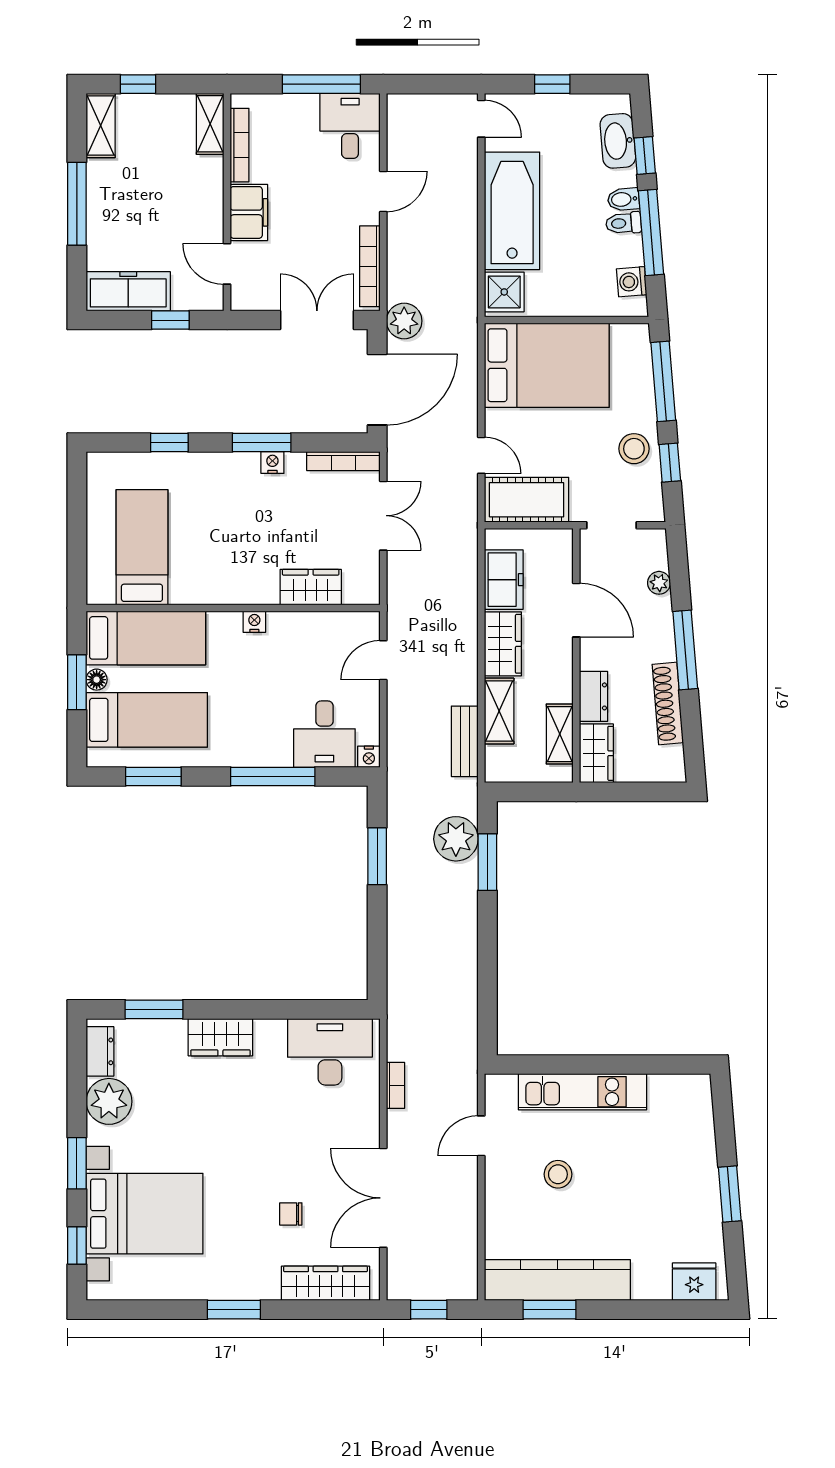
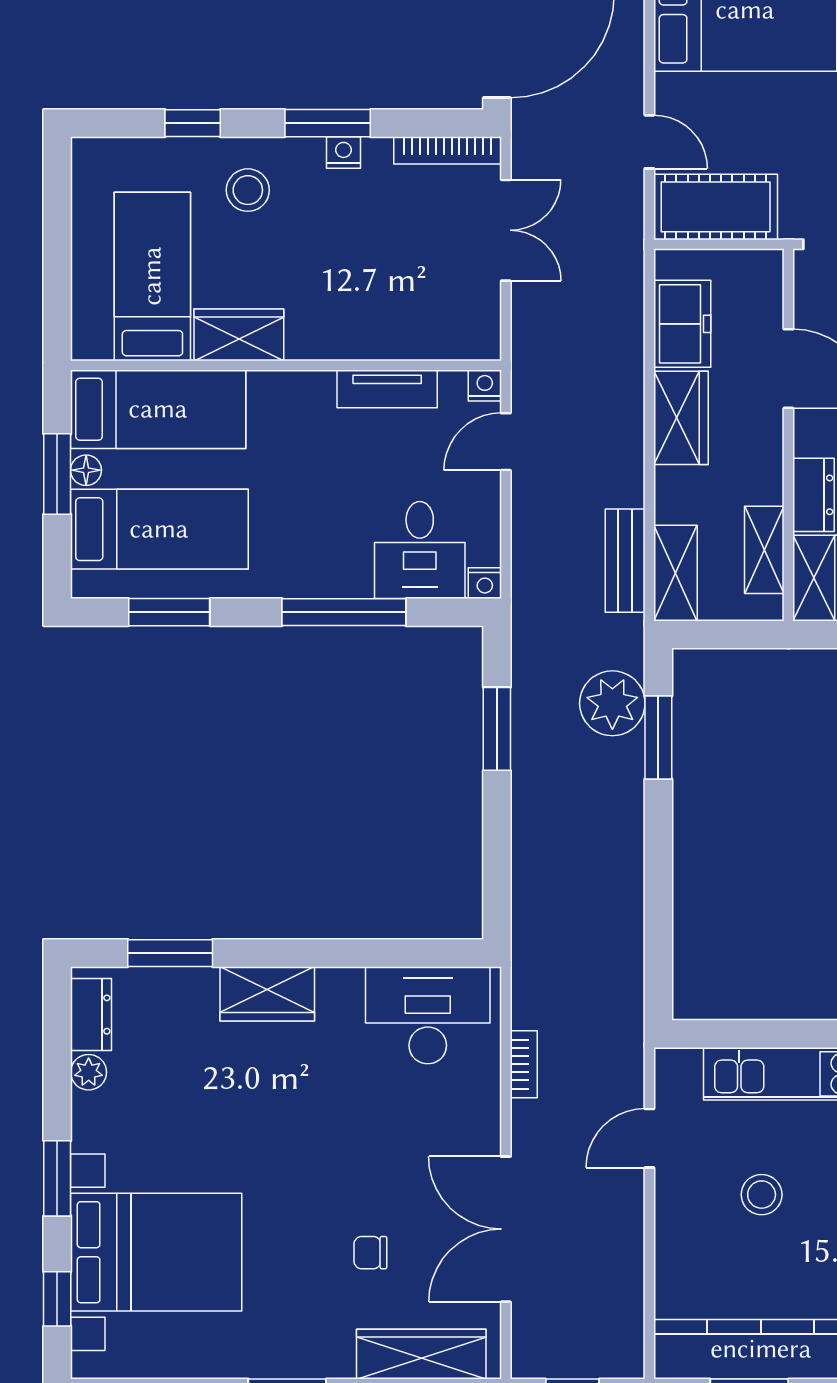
stool: (207, 488) -> (248, 190), added
wardrobe: (311, 587) -> (239, 335), moved
nightstand: (254, 622) -> (485, 385), moved
tv unit: (302, 624) -> (387, 389), added
shelving: (499, 711) -> (675, 573), moved
plant: (109, 1101) -> (89, 1072), width x0.53, depth x0.53

